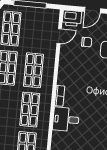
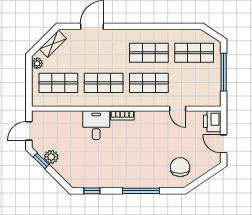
door: (59, 36) -> (178, 109), moved
chair: (87, 42) -> (187, 141), removed

